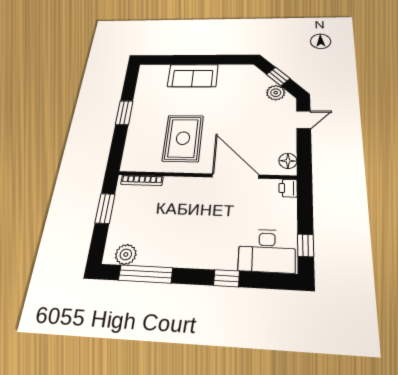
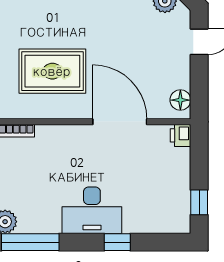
rug: (183, 138) -> (52, 71), turned 90
desk: (267, 251) -> (92, 210), moved

